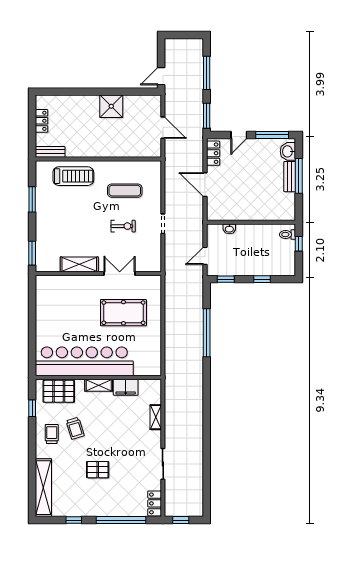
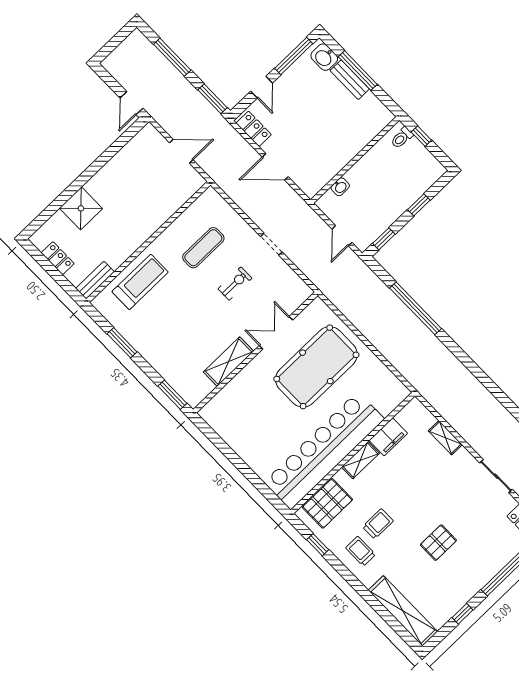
shower: (111, 106) -> (81, 208), moved
pool table: (123, 313) -> (316, 367), width x1.36, depth x1.32
trolley: (75, 428) -> (378, 524), turned -73

